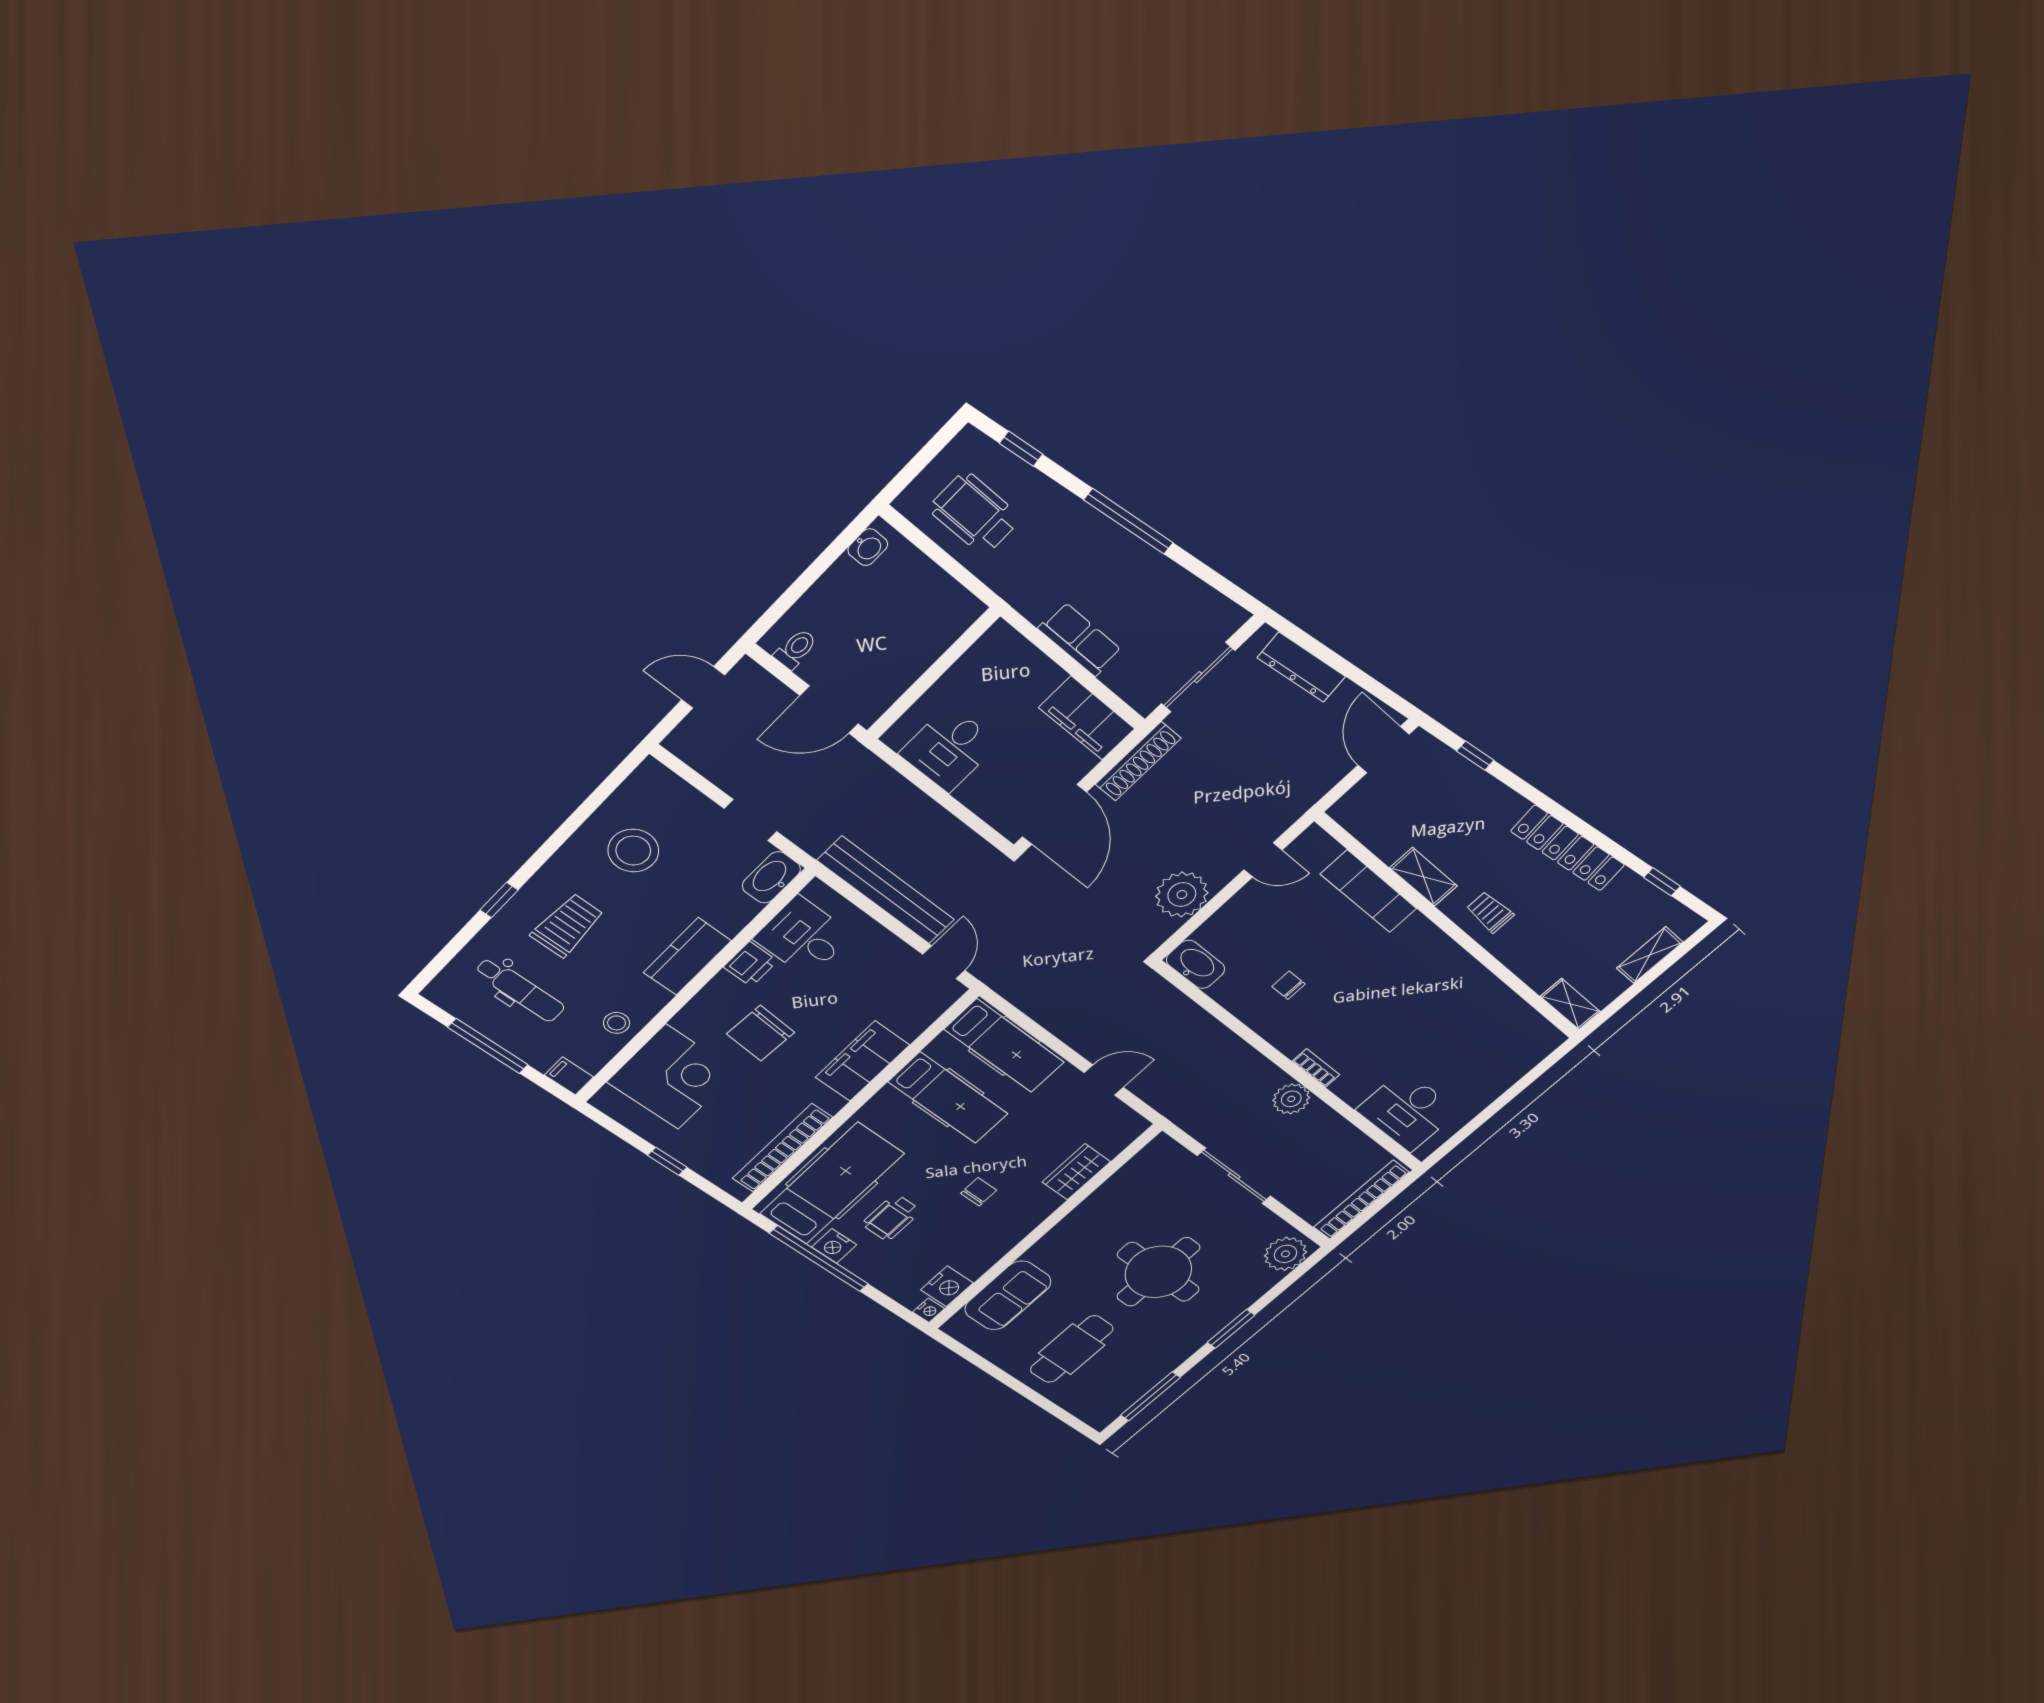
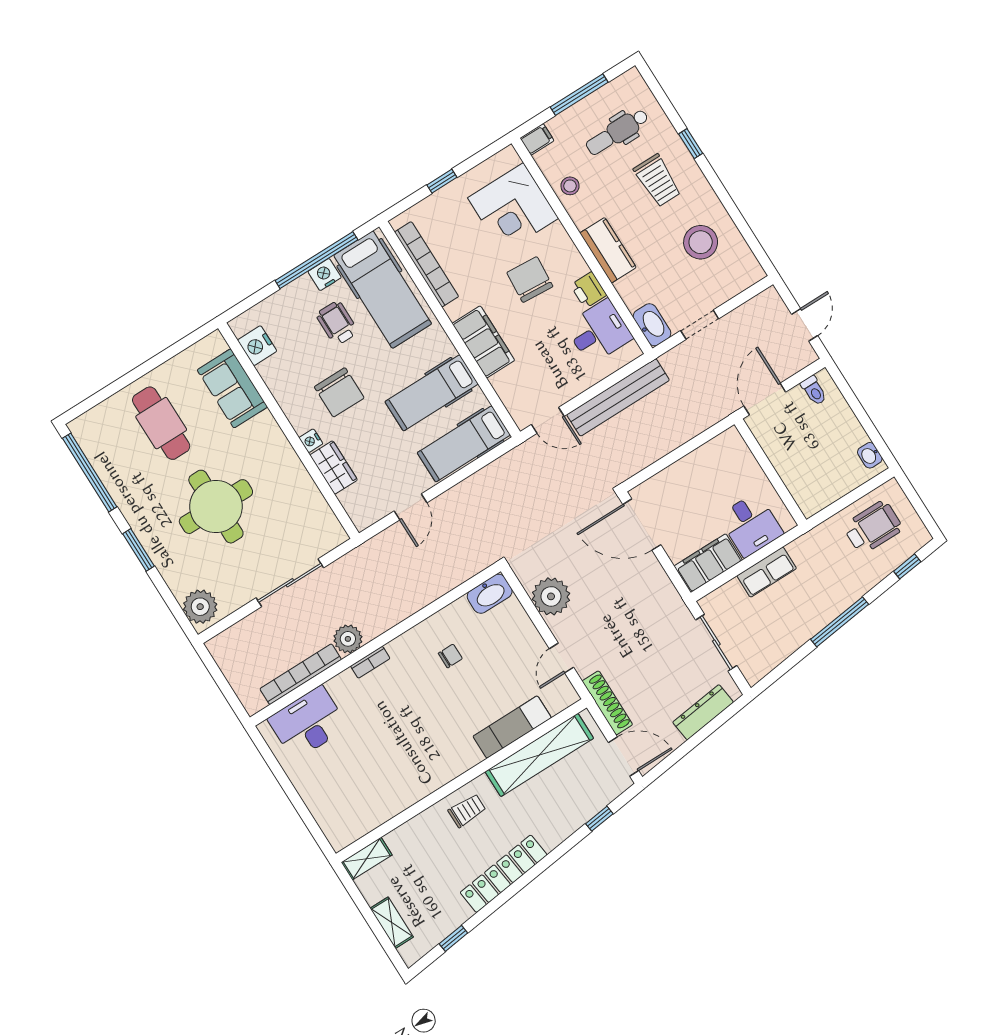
desk: (949, 749) -> (751, 525), moved, turned 180
shoe rack: (1138, 761) -> (607, 703), moved, turned 180
shelving: (1424, 877) -> (539, 755), width x2.20, depth x1.33
chair: (979, 1192) -> (339, 392), width x1.87, depth x1.87
bookcase: (1361, 1200) -> (301, 674), moved, turned -90
nightstand: (929, 1310) -> (311, 441), moved
window: (1150, 1396) -> (90, 472), width x1.46

